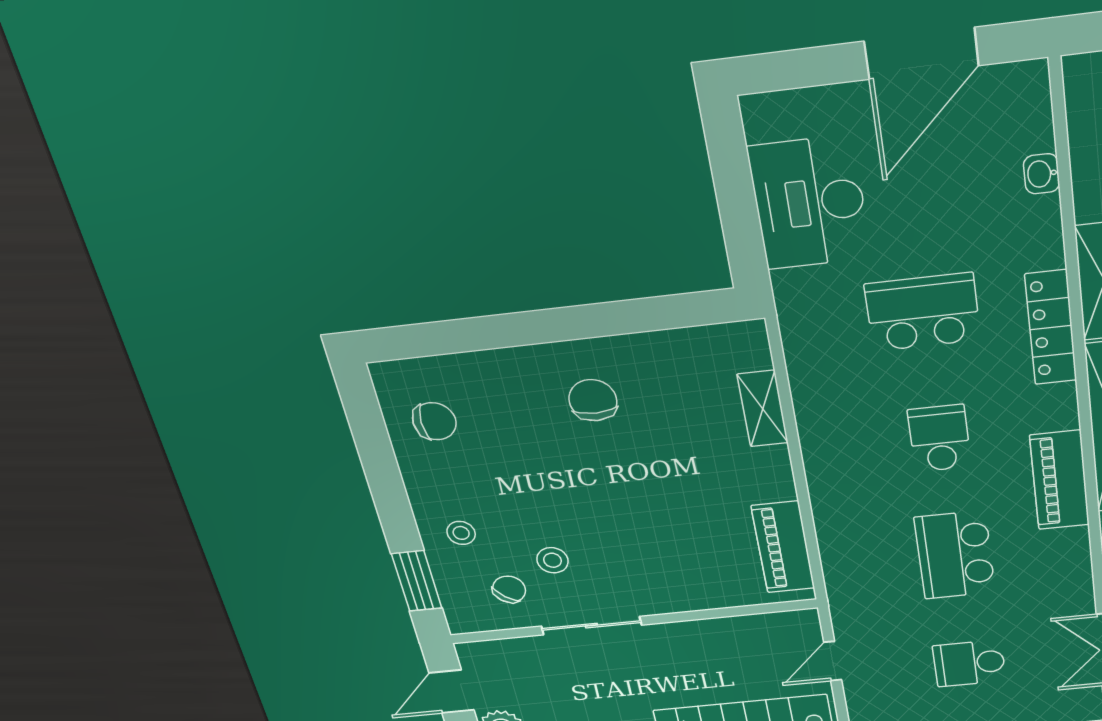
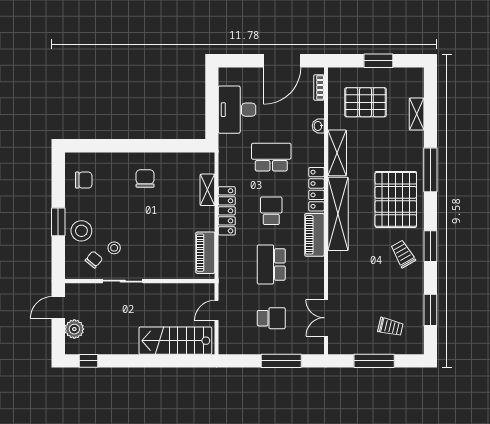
bookcase: (1038, 115) -> (319, 88), added
washbasin: (1042, 174) -> (318, 126), moved
locker: (1051, 328) -> (317, 189), moved
locker: (822, 451) -> (227, 211), added
stool: (461, 533) -> (81, 231), width x1.89, depth x1.89
window: (417, 581) -> (58, 222), moved
school desk: (969, 663) -> (271, 318), turned 180

